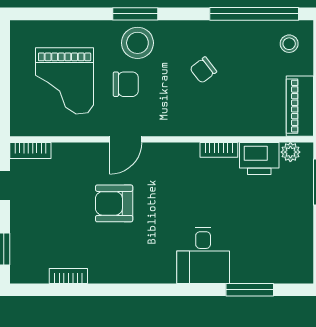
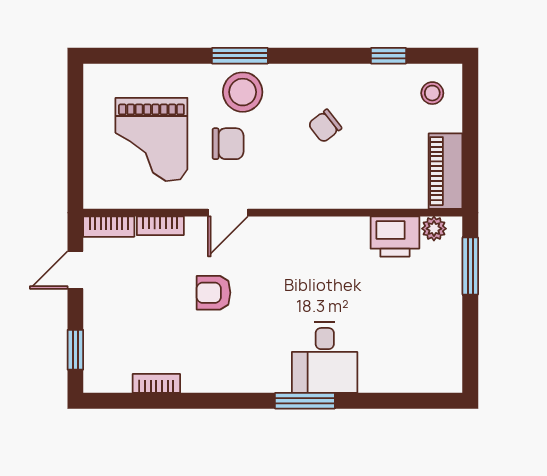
window: (254, 14) -> (388, 56), width x0.32
bookcase: (219, 150) -> (160, 226), moved
armchair: (114, 203) -> (213, 293), width x0.72, depth x0.72
window: (250, 290) -> (305, 401), moved

